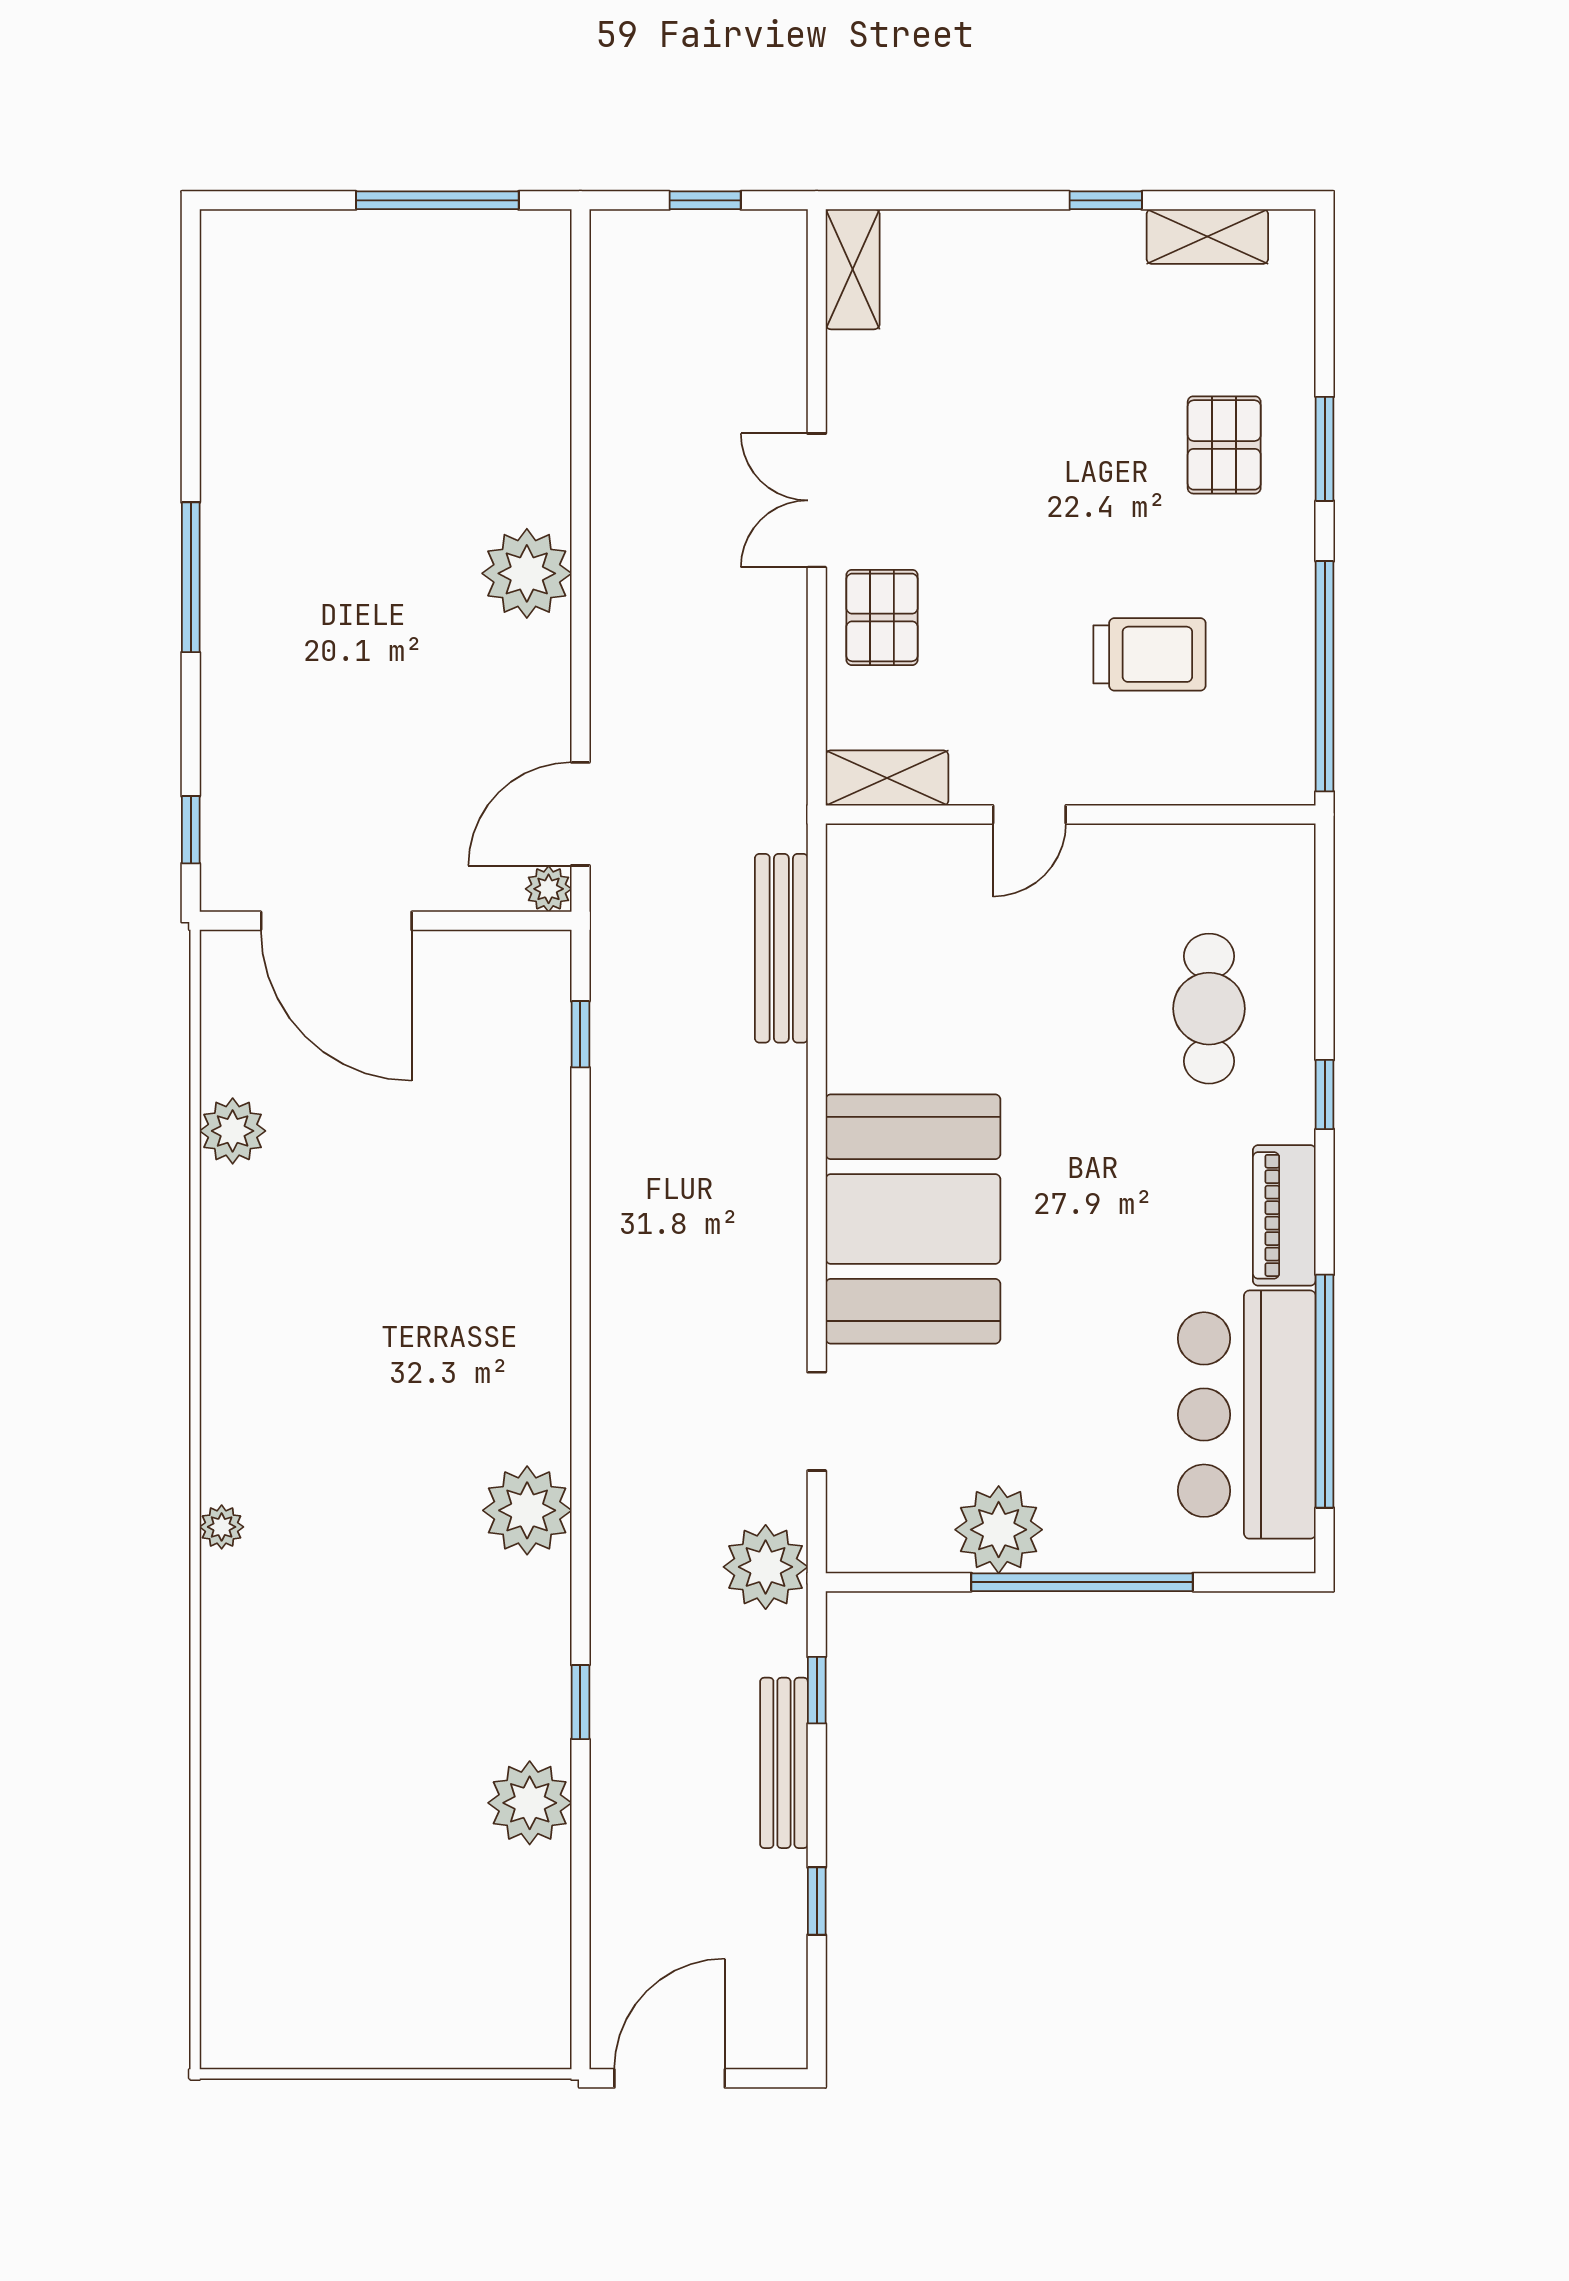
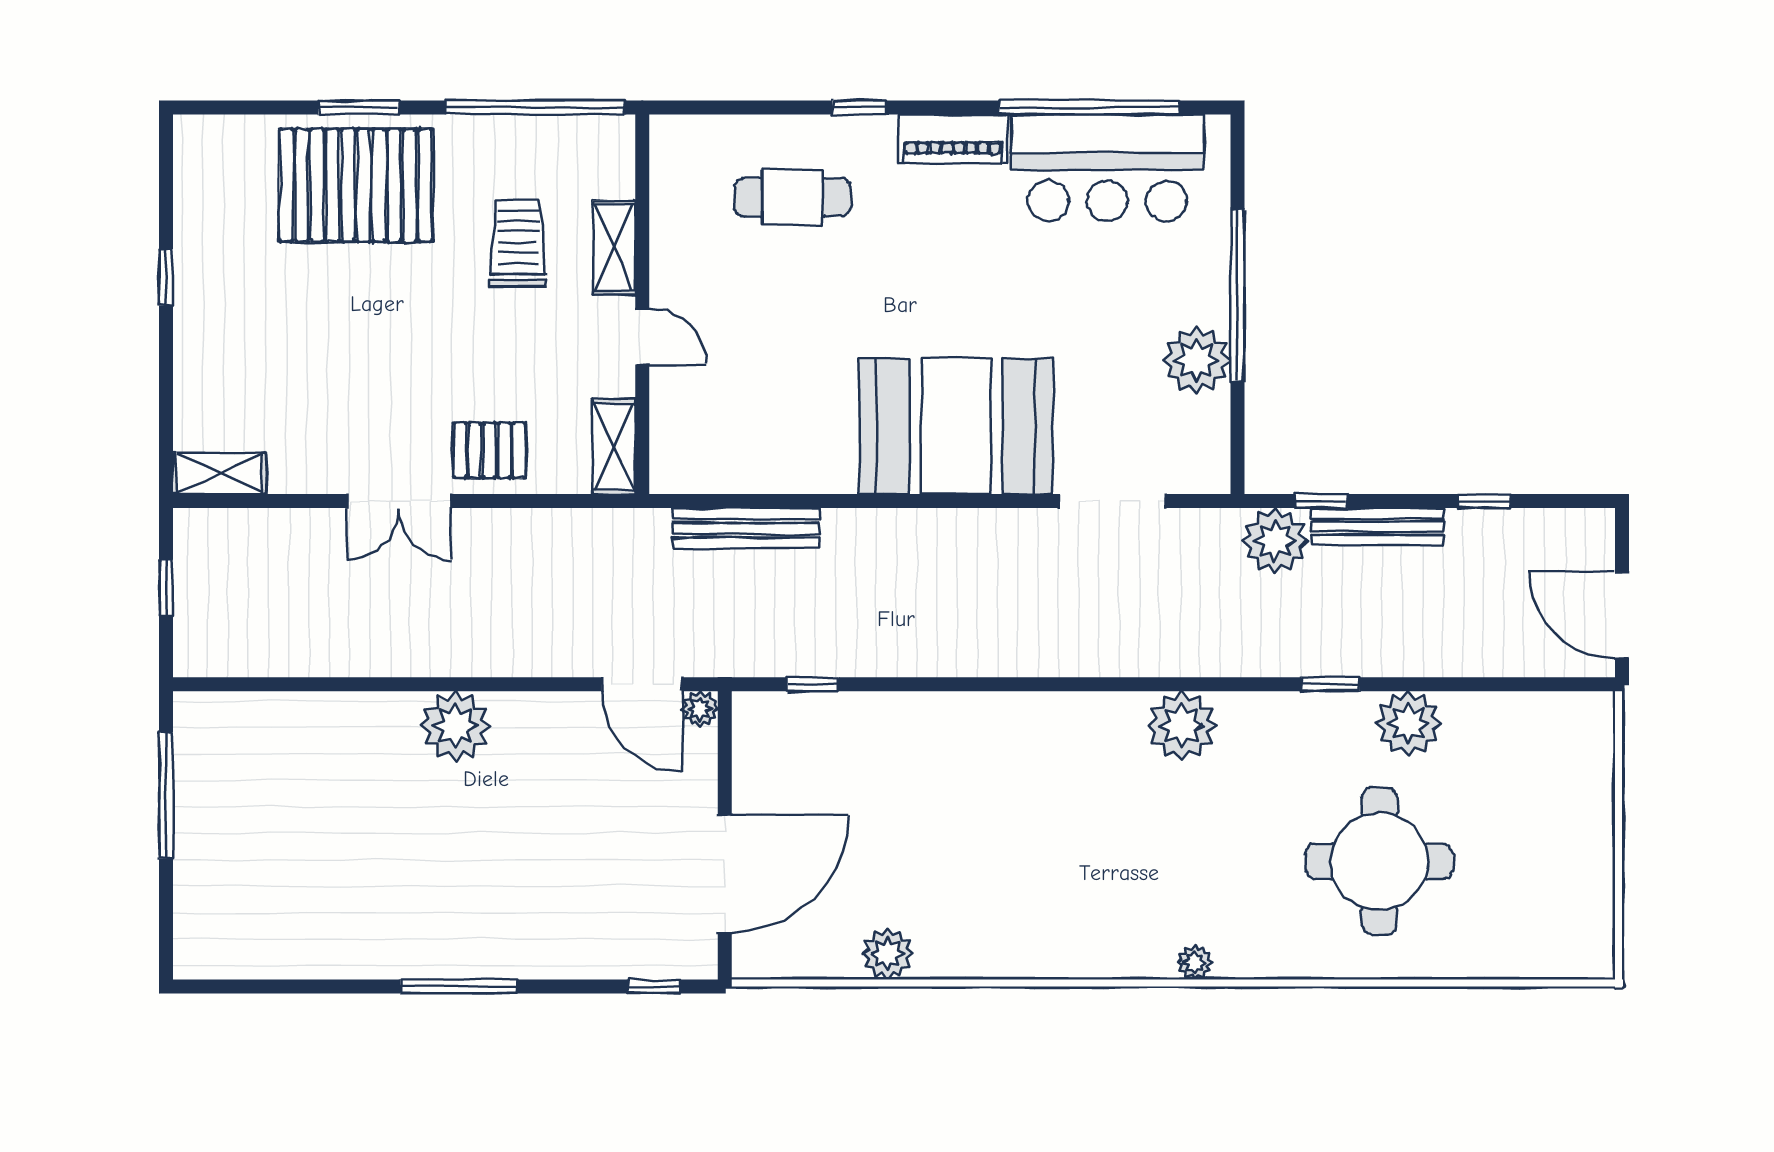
shelving: (1207, 237) -> (614, 248), moved
pallet: (1224, 445) -> (356, 185), width x2.05, depth x2.00
doorway: (817, 1421) -> (1113, 501), width x1.38
plant: (766, 1567) -> (1275, 541), moved
round table: (352, 1765) -> (1379, 861), added

